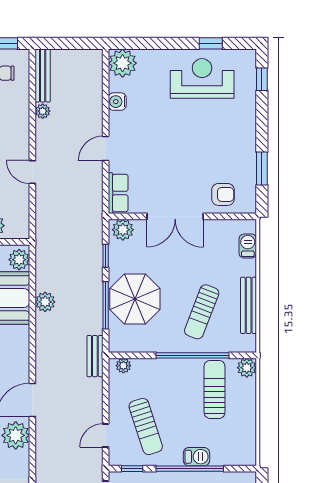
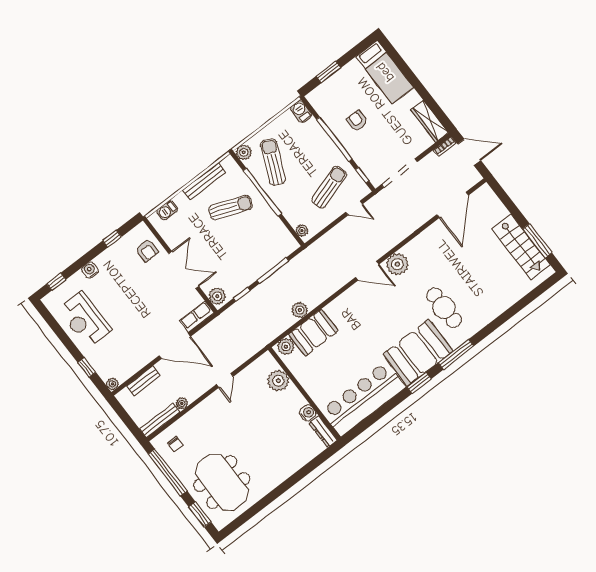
window: (211, 43) -> (87, 367), moved
plant: (123, 63) -> (112, 384), width x0.53, depth x0.53
water cooler: (117, 102) -> (90, 270), moved, turned 180
door: (106, 148) -> (175, 346), width x1.87
window: (262, 168) -> (112, 239), width x0.67
armchair: (223, 194) -> (147, 251), turned 180
parasol: (135, 299) -> (255, 255), removed
bench: (95, 356) -> (144, 381), moved
sun lounger: (215, 389) -> (273, 162), turned 114
barbecue: (196, 457) -> (301, 112), moved

